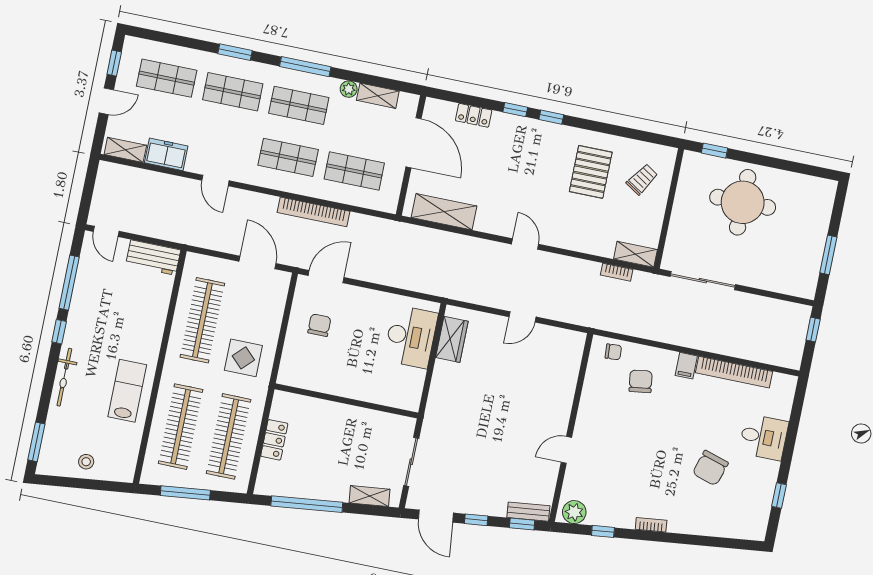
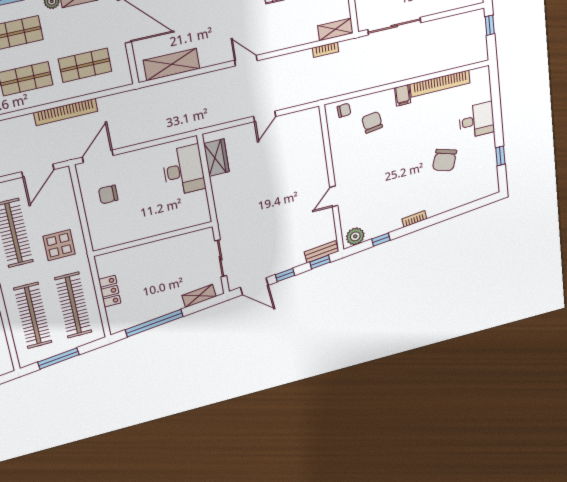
door: (258, 262) -> (38, 171), swing flipped
chair: (319, 325) -> (108, 194), turned -90

